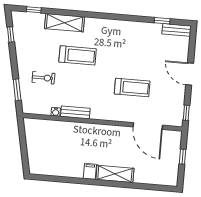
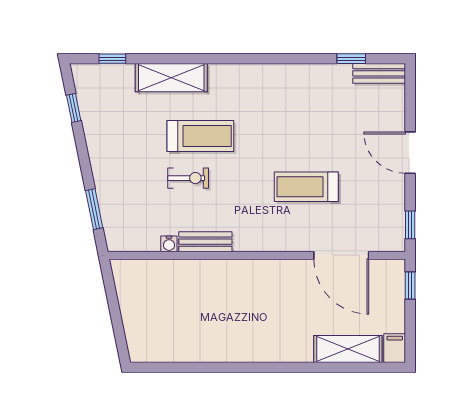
exercise bike: (43, 78) -> (188, 178), moved
treadmill: (132, 88) -> (306, 187), turned 180
window: (182, 157) -> (410, 285), moved
filing cabinet: (90, 171) -> (395, 348), moved
shelving: (115, 174) -> (348, 349), moved

